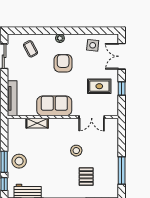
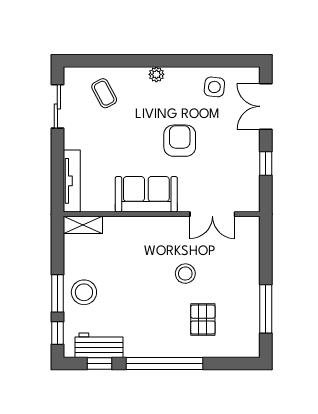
armchair: (63, 63) -> (180, 141), moved
rug: (99, 86) -> (226, 159), removed
shelving: (37, 123) -> (83, 225), moved

